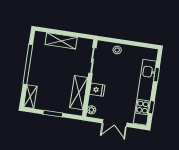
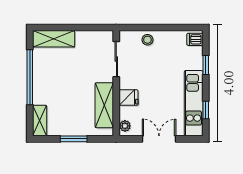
shelving: (61, 41) -> (54, 39), moved
dishwasher: (151, 55) -> (195, 39), added
kitchen unit: (145, 92) -> (194, 103), width x0.73
double door: (115, 123) -> (159, 139), swing flipped

